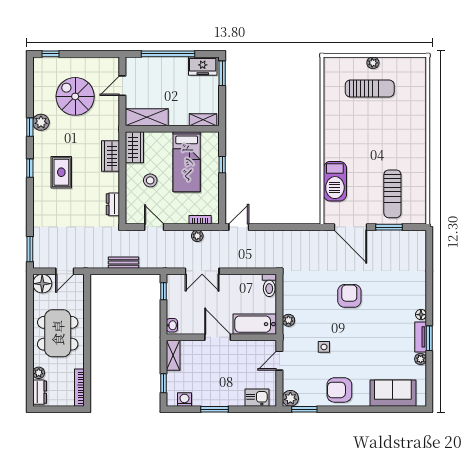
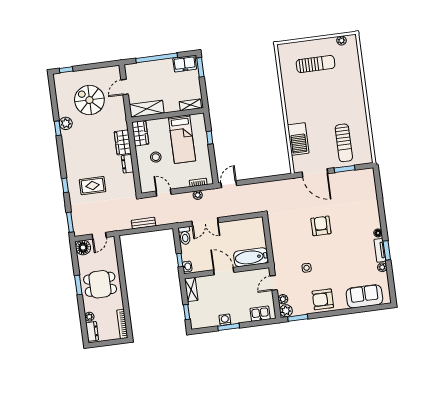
plant: (373, 63) -> (342, 40), moved
window: (30, 168) -> (65, 185), moved
rug: (61, 172) -> (93, 186), moved, turned 90
dresser: (113, 204) -> (127, 164), moved
toilet: (269, 285) -> (185, 236), moved
window: (163, 291) -> (180, 260), moved
plant: (288, 320) -> (283, 299), moved
window: (30, 331) -> (78, 285), added
dining table: (58, 333) -> (100, 284), width x0.73
washing machine: (184, 399) -> (225, 320), moved

